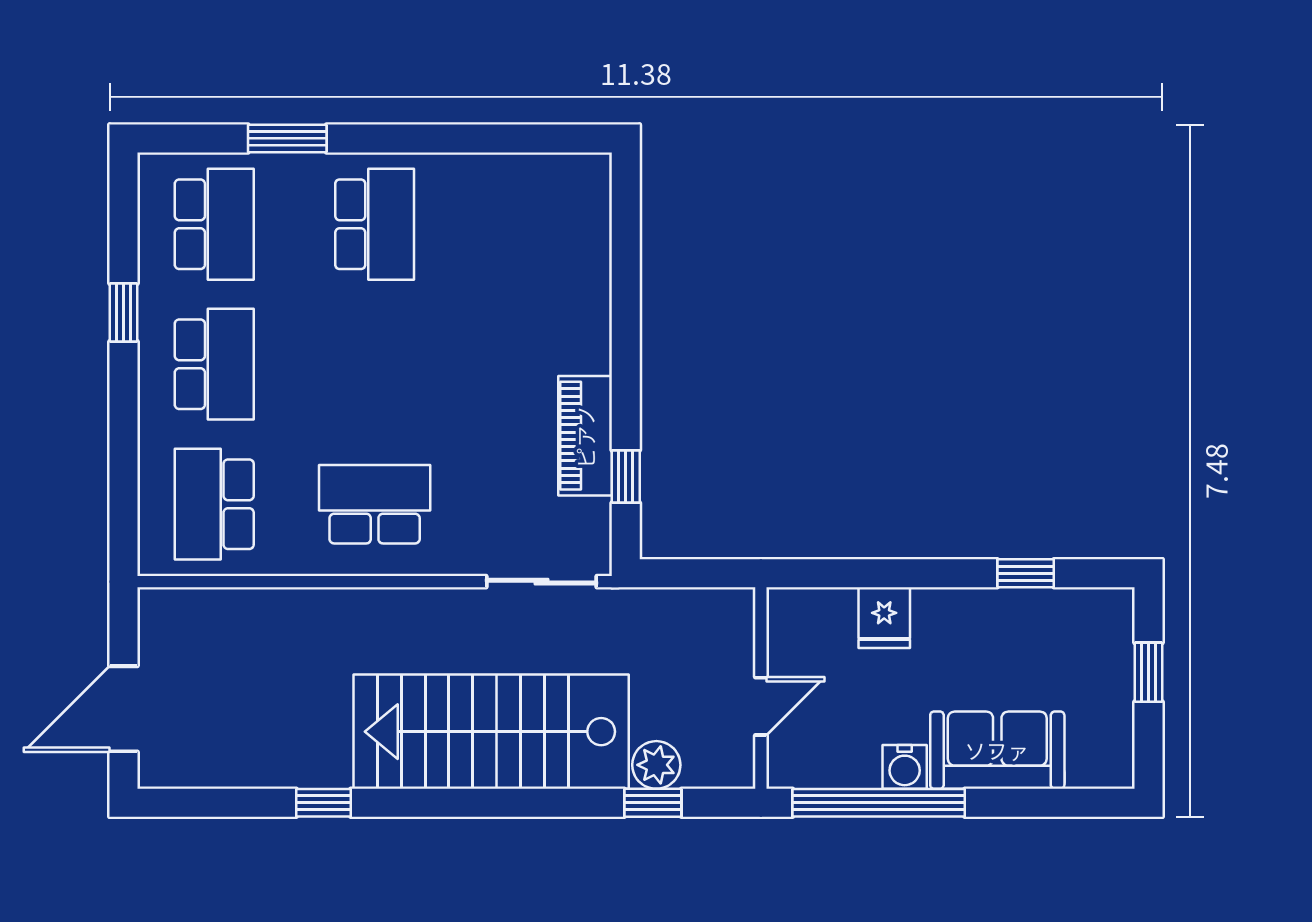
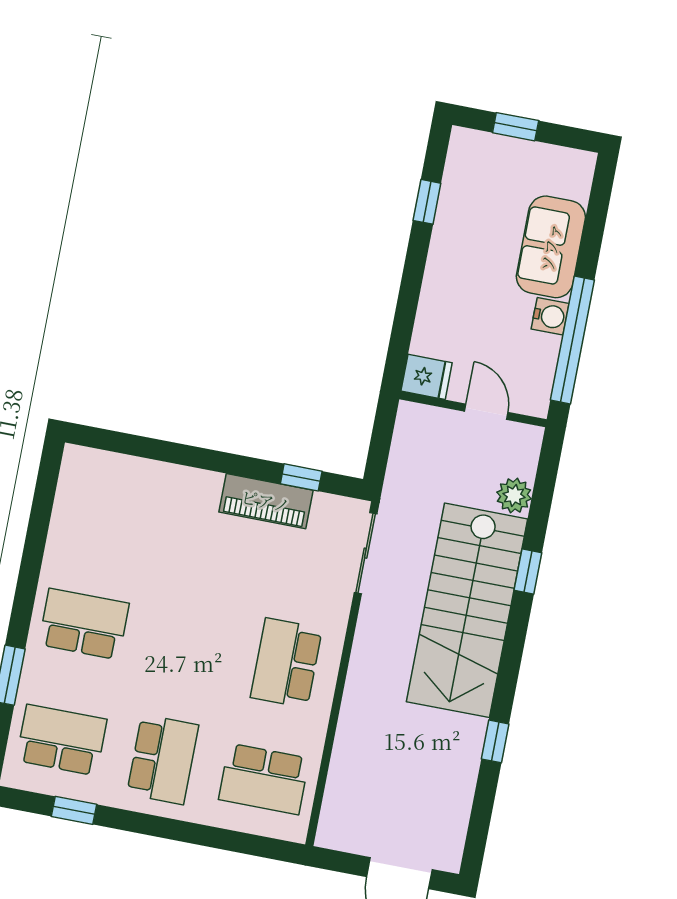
window: (123, 312) -> (74, 810), moved
school desk: (214, 364) -> (163, 759), turned 90
fridge: (884, 618) -> (427, 377), moved
window: (653, 803) -> (528, 571), moved

